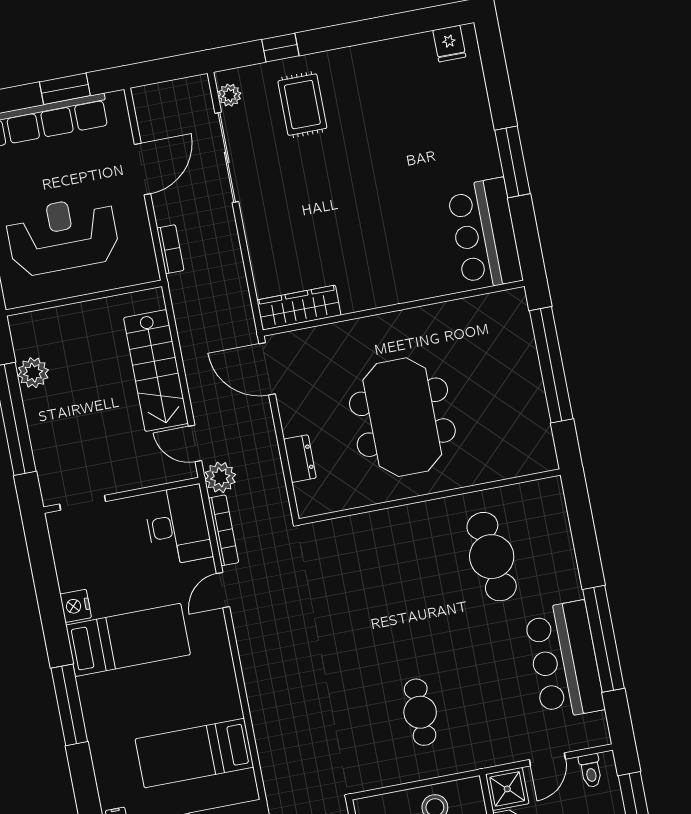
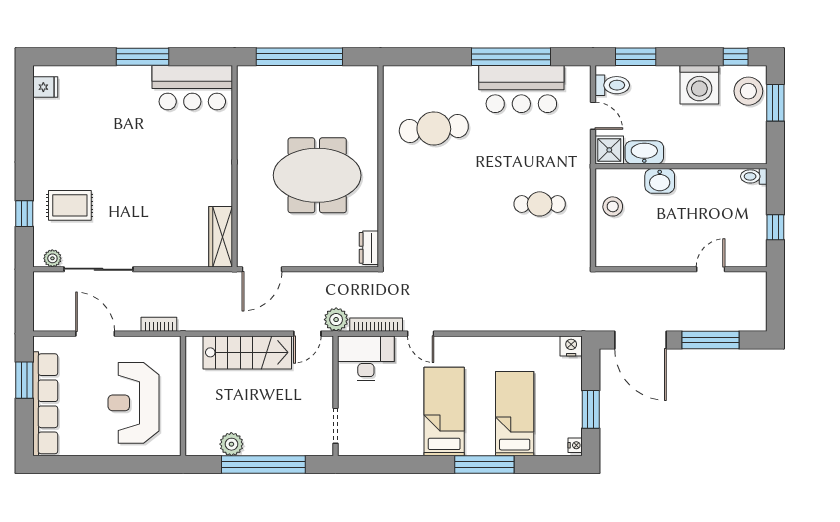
dresser: (300, 459) -> (369, 248), moved, turned -90
nightstand: (76, 606) -> (571, 346), moved, turned 180
bed: (194, 753) -> (515, 414), moved, turned 180
toilet: (591, 771) -> (612, 85), width x1.37, depth x1.39

